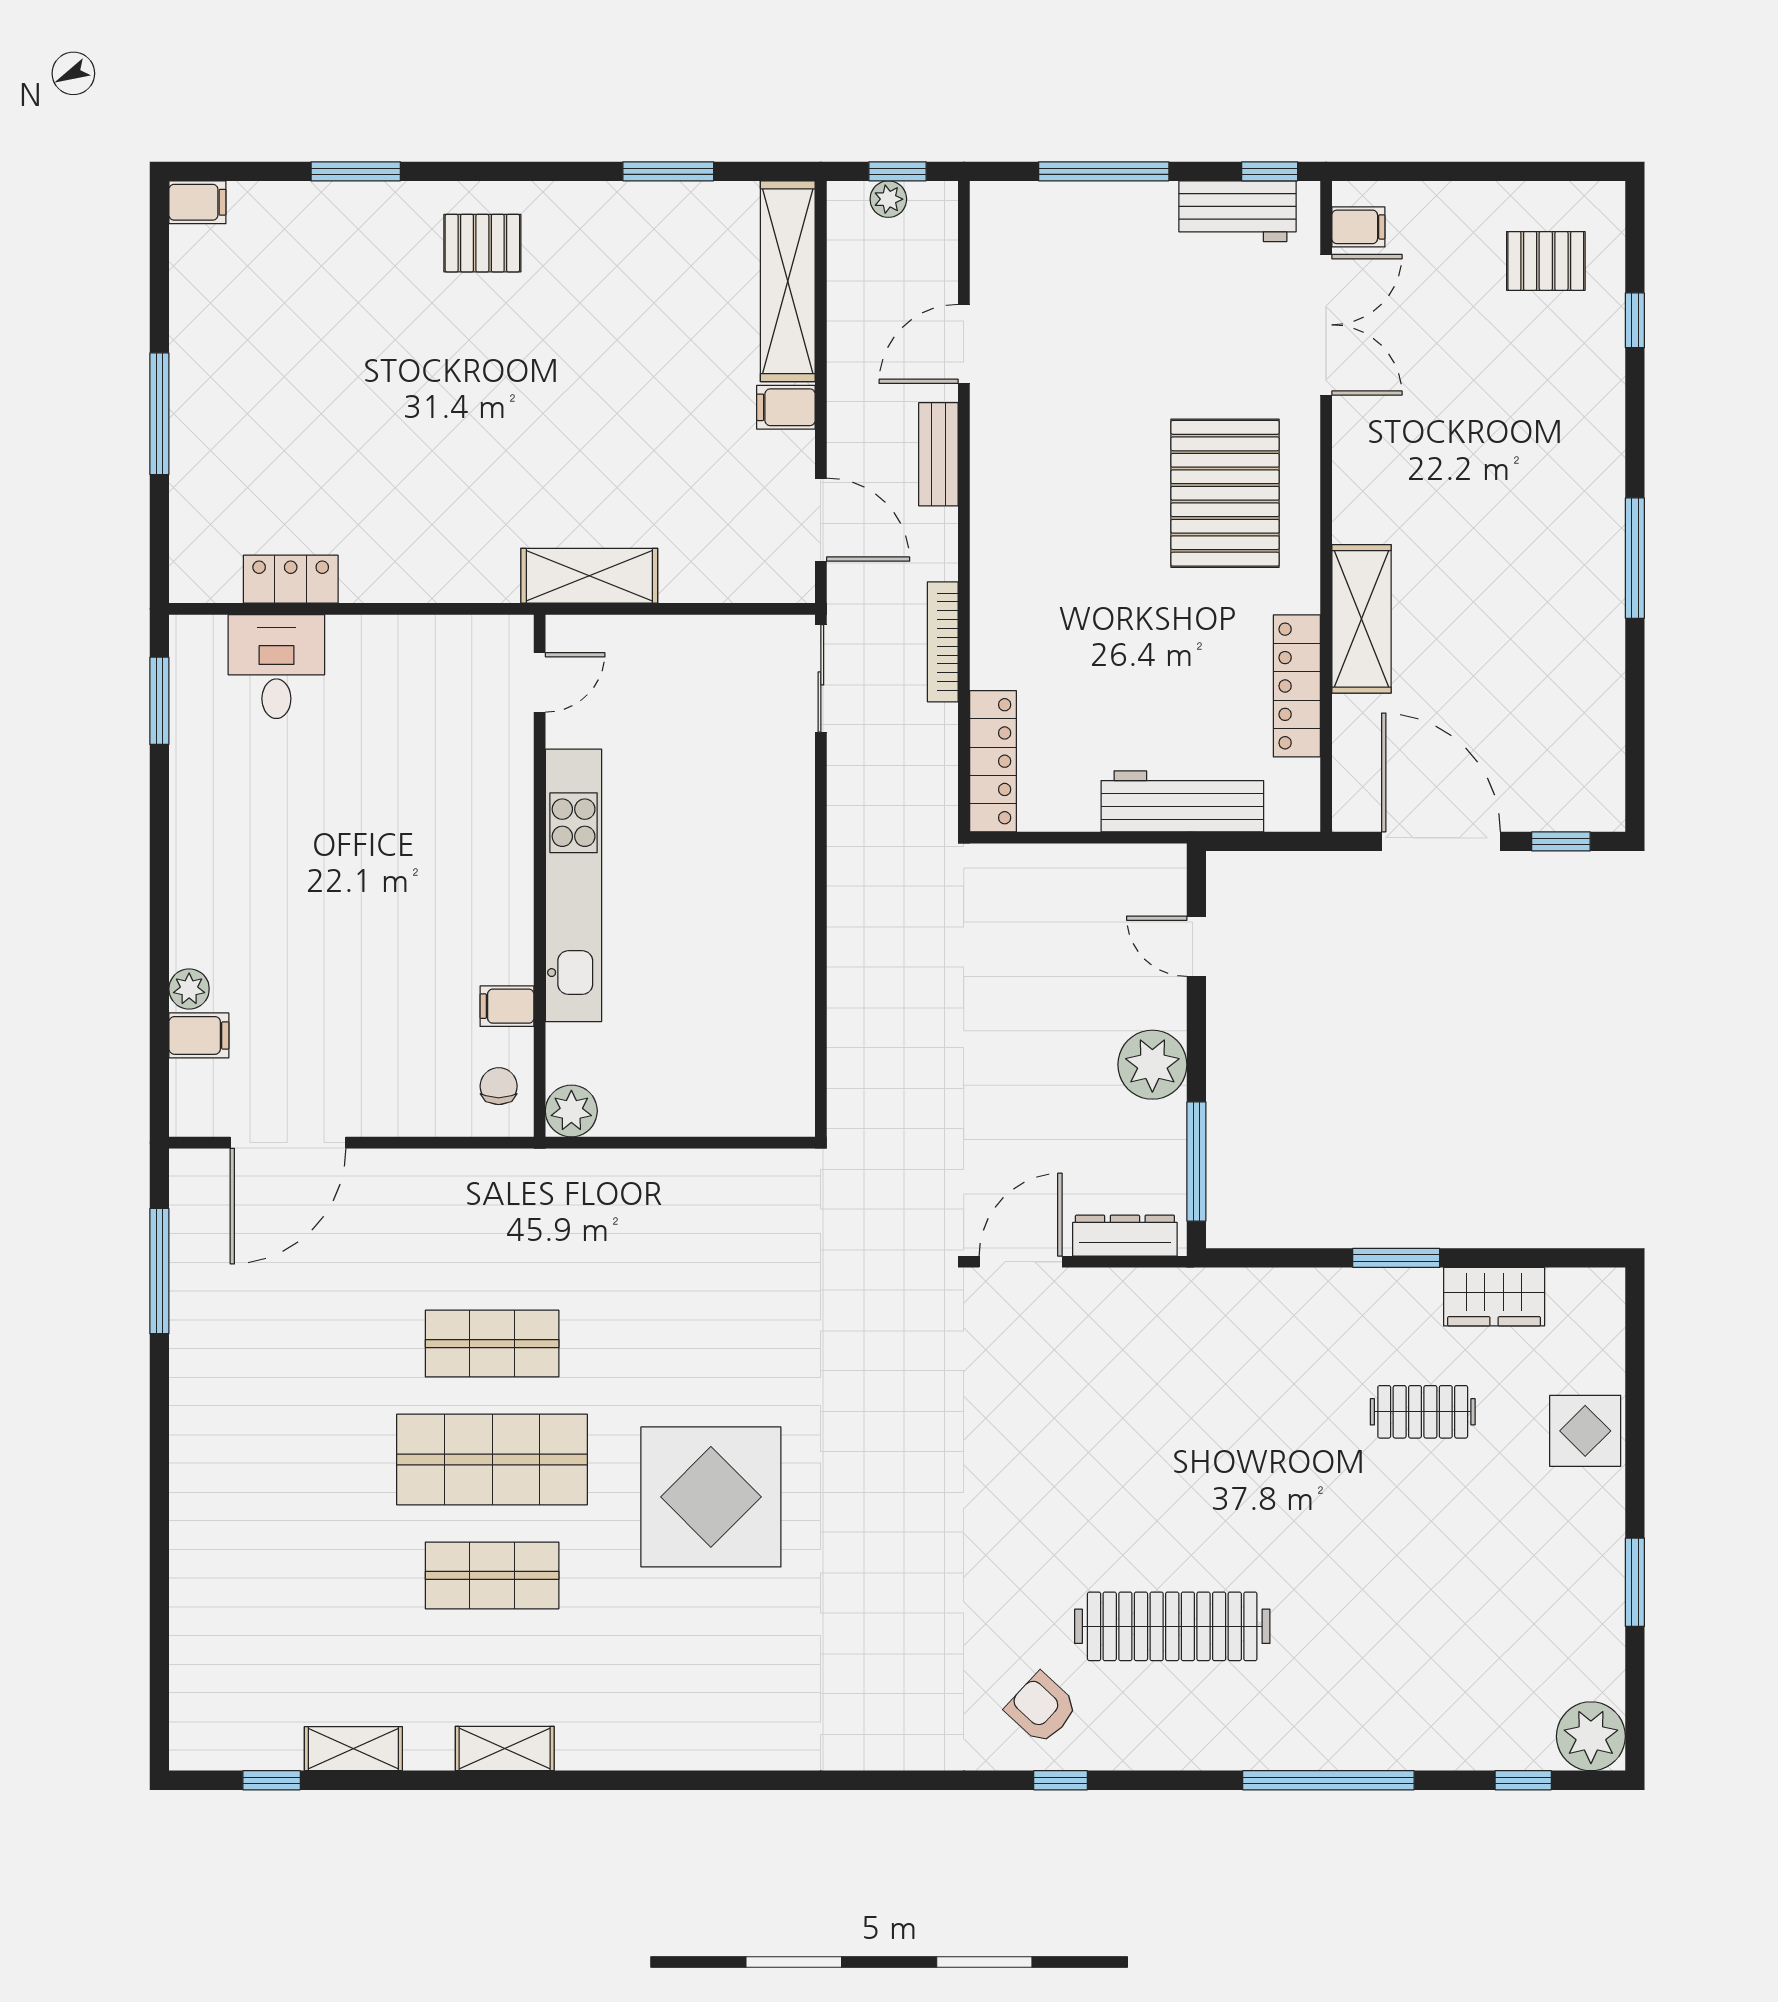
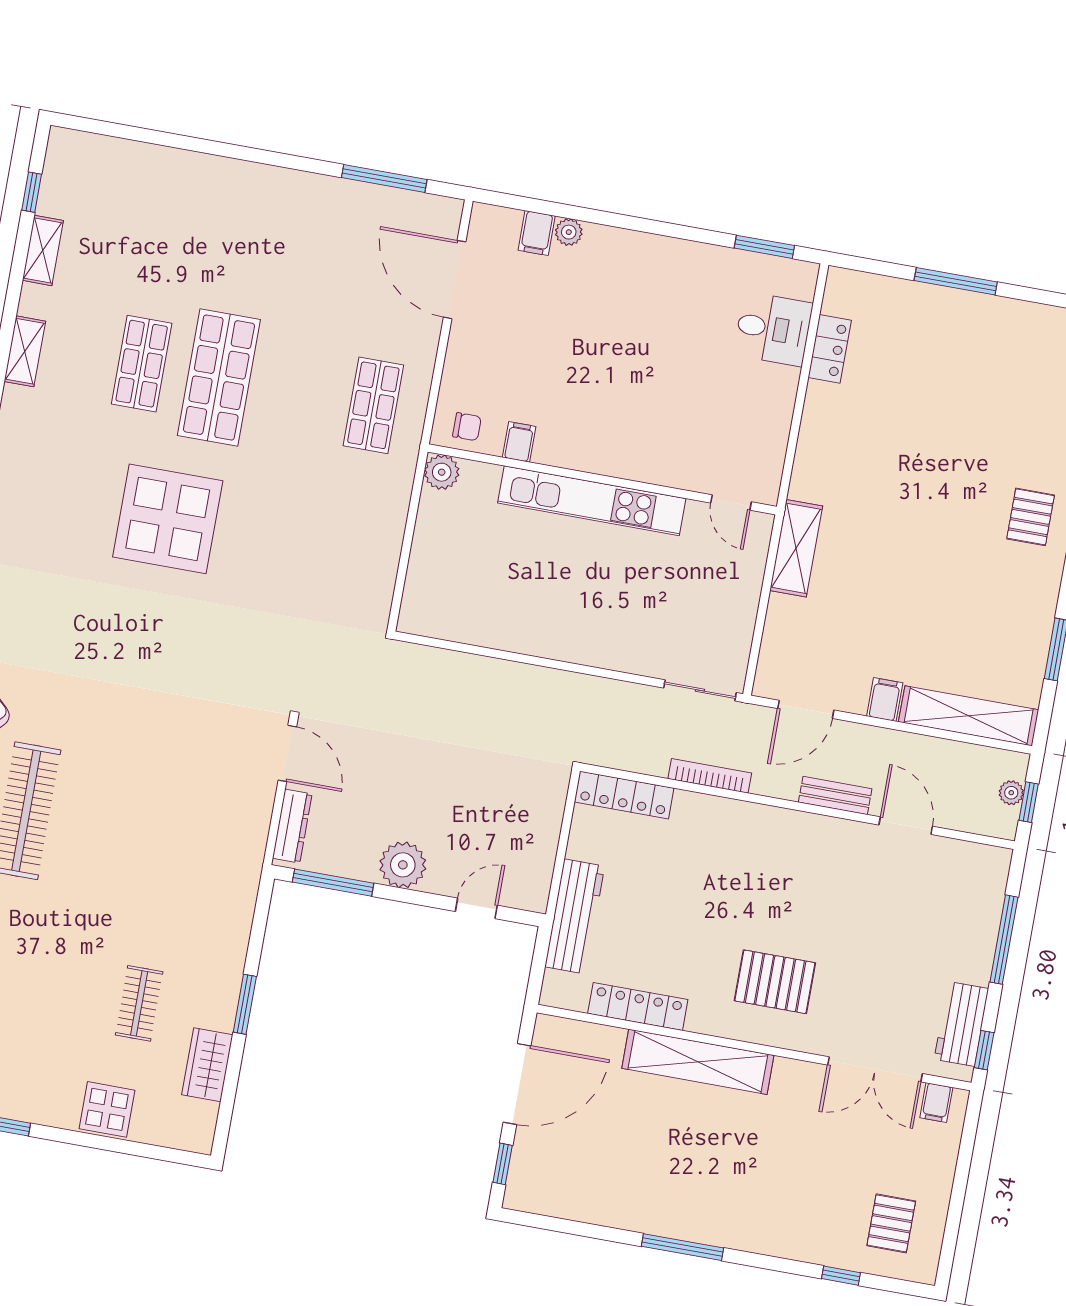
pallet: (1225, 493) -> (775, 982), width x0.73, depth x0.71
shelving: (1361, 619) -> (698, 1062), width x1.47
shop shelf: (492, 1344) -> (373, 405), moved

